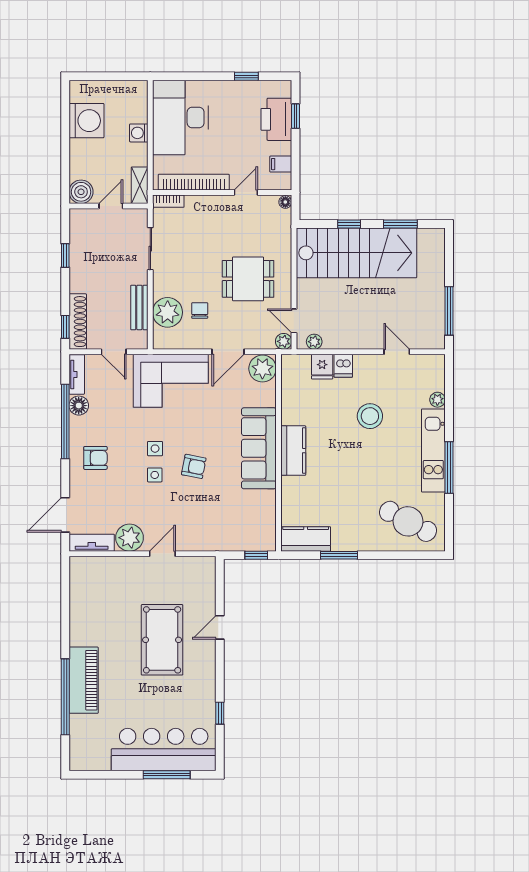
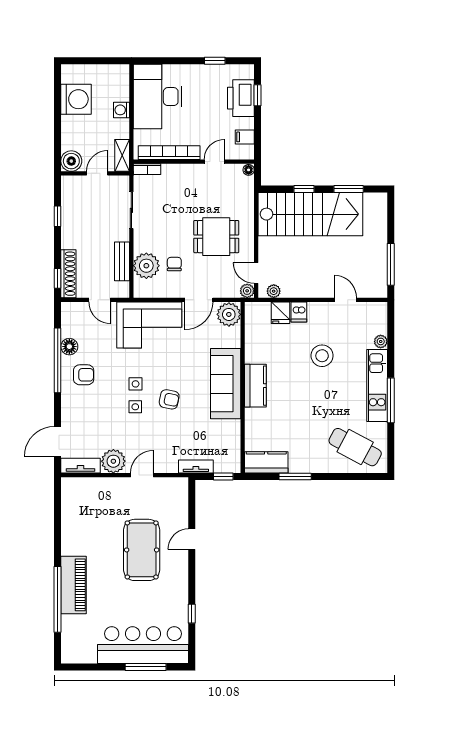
tv unit: (77, 374) -> (196, 467), moved, turned -90
armchair: (95, 458) -> (84, 375), moved

